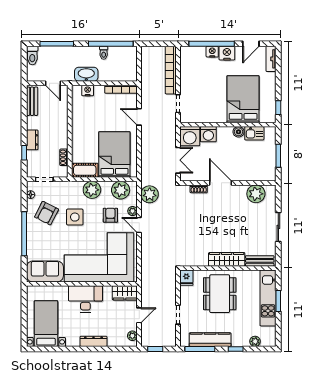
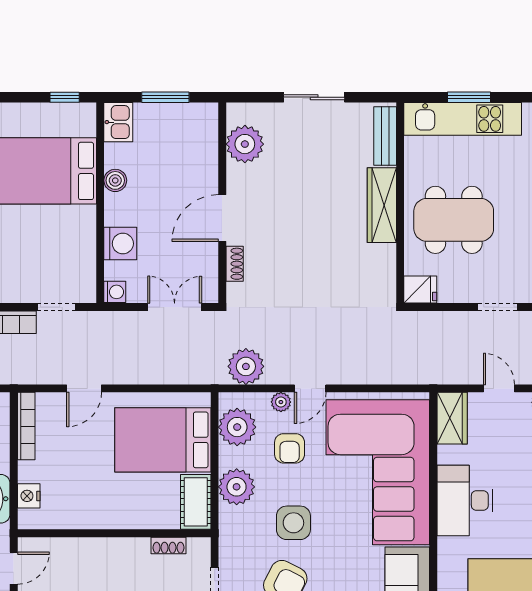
kitchen sink: (254, 133) -> (118, 122), moved
washing machine: (190, 136) -> (115, 292), width x0.53, depth x0.53
armchair: (110, 215) -> (290, 448), turned -90

